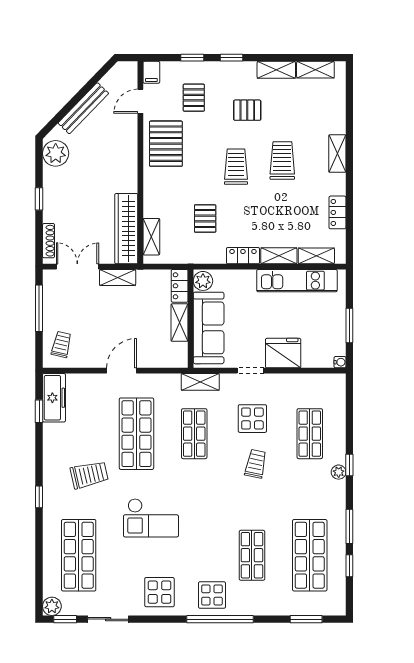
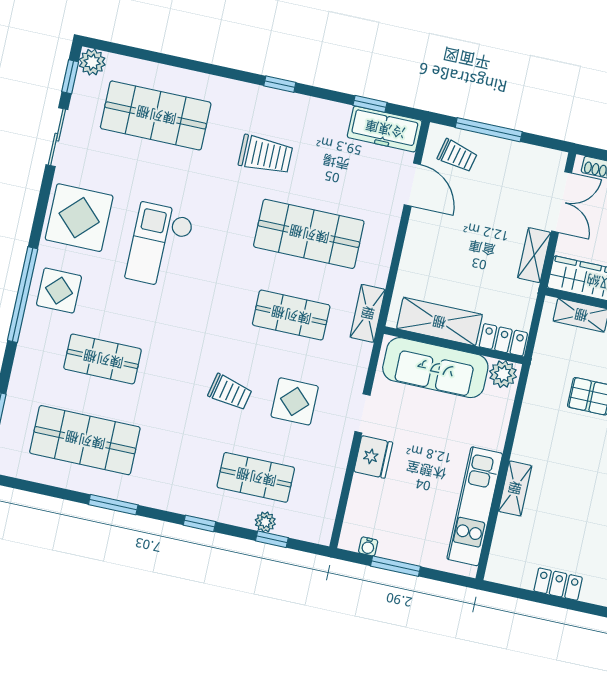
locker: (243, 256) -> (526, 438), removed
shelving: (316, 256) -> (504, 541), removed
window: (39, 308) -> (489, 130), moved
shelving: (179, 323) -> (439, 322), width x1.50, depth x1.33
fridge: (283, 353) -> (373, 457), width x0.73, depth x0.75
water cooler: (340, 362) -> (368, 546), moved
door: (122, 371) -> (412, 185), moved
shelving: (200, 382) -> (368, 313), moved
plant: (339, 472) -> (265, 522), moved
trolley: (89, 475) -> (266, 155), turned -77
window: (39, 497) -> (280, 84), moved
checkout: (151, 518) -> (160, 245), moved
window: (349, 566) -> (272, 539), moved
display table: (159, 592) -> (79, 218), width x1.36, depth x1.36

